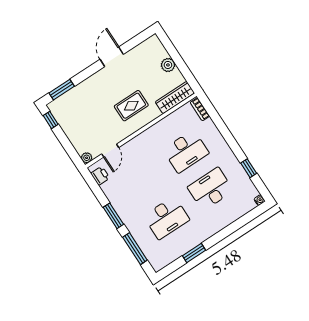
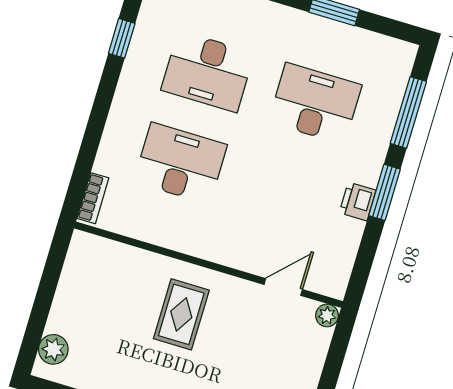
plant: (168, 65) -> (53, 349), moved
wardrobe: (175, 98) -> (108, 255), removed
rug: (131, 106) -> (181, 314), turned 90
printer: (100, 176) -> (358, 201), moved

